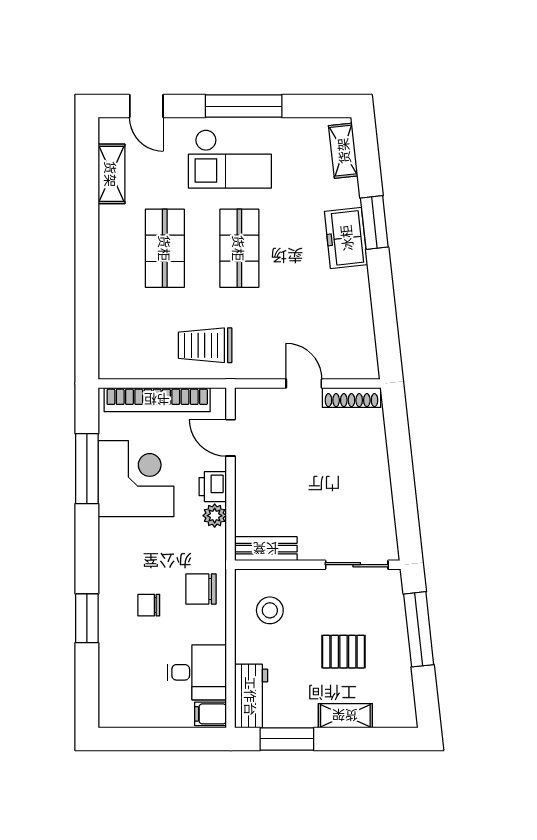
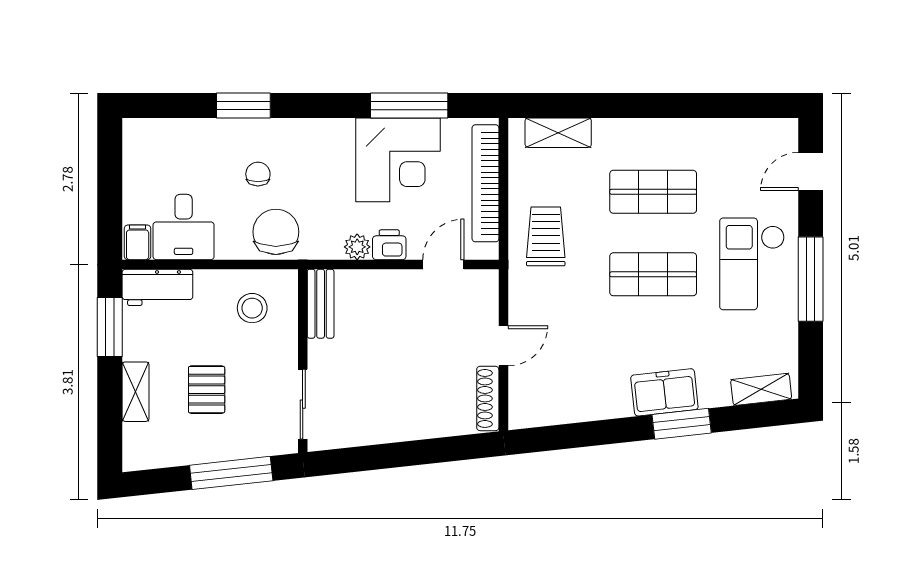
shelving: (111, 174) -> (558, 133), moved
chair: (201, 589) -> (276, 232), width x1.37, depth x1.37

